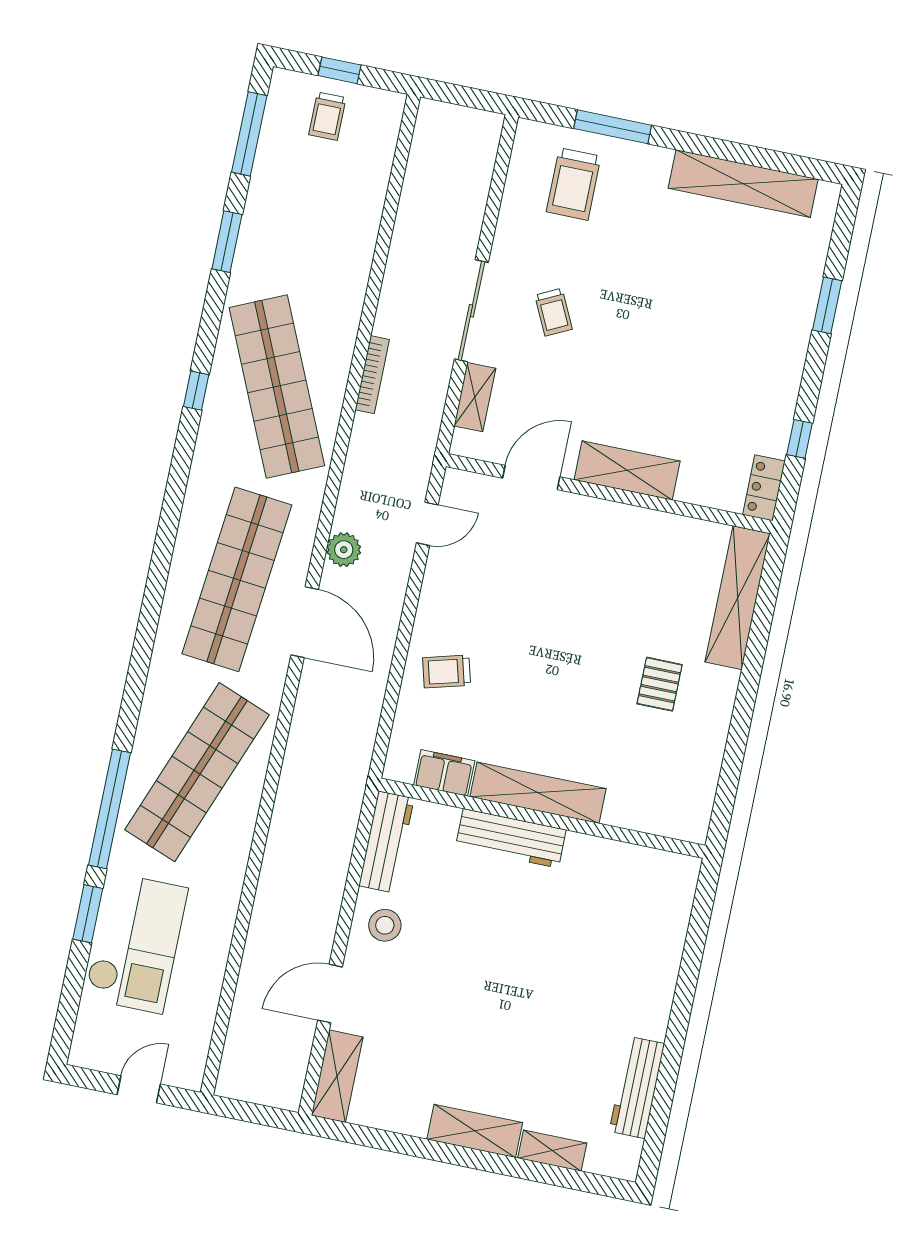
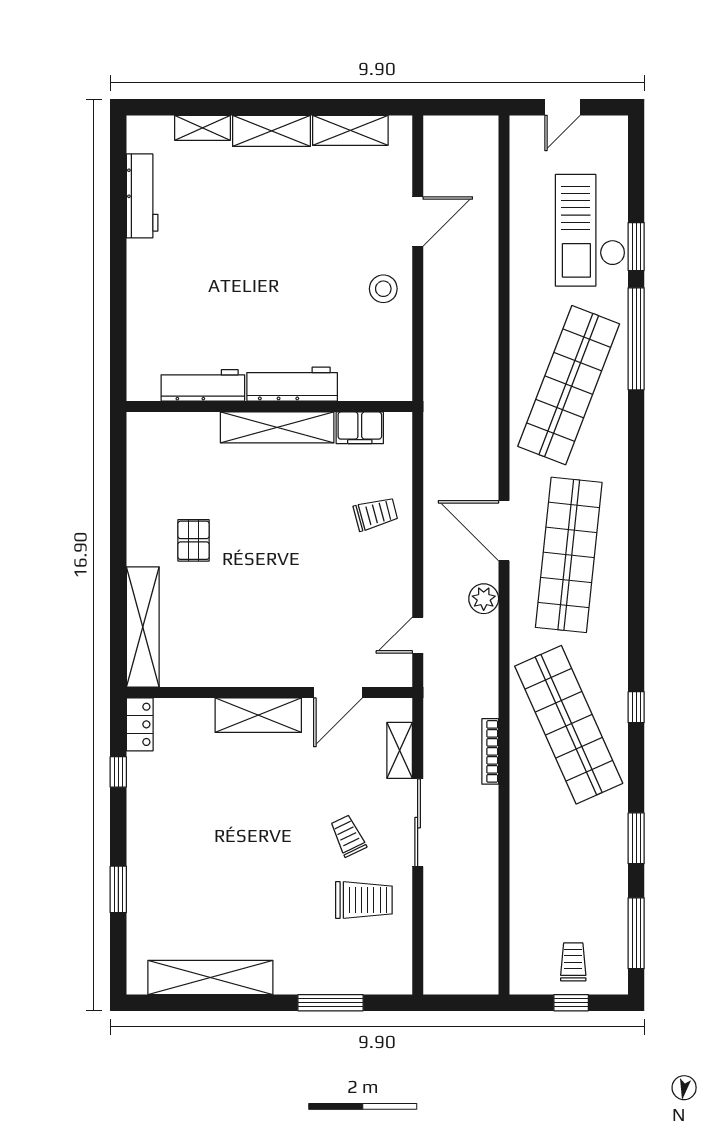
trolley: (574, 184) -> (364, 900), moved, turned 90
workbench: (386, 842) -> (203, 385), moved, turned 90
shelving: (337, 1076) -> (350, 130), moved, turned 90

